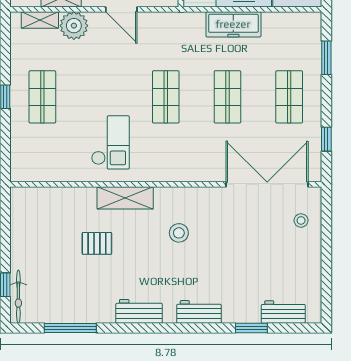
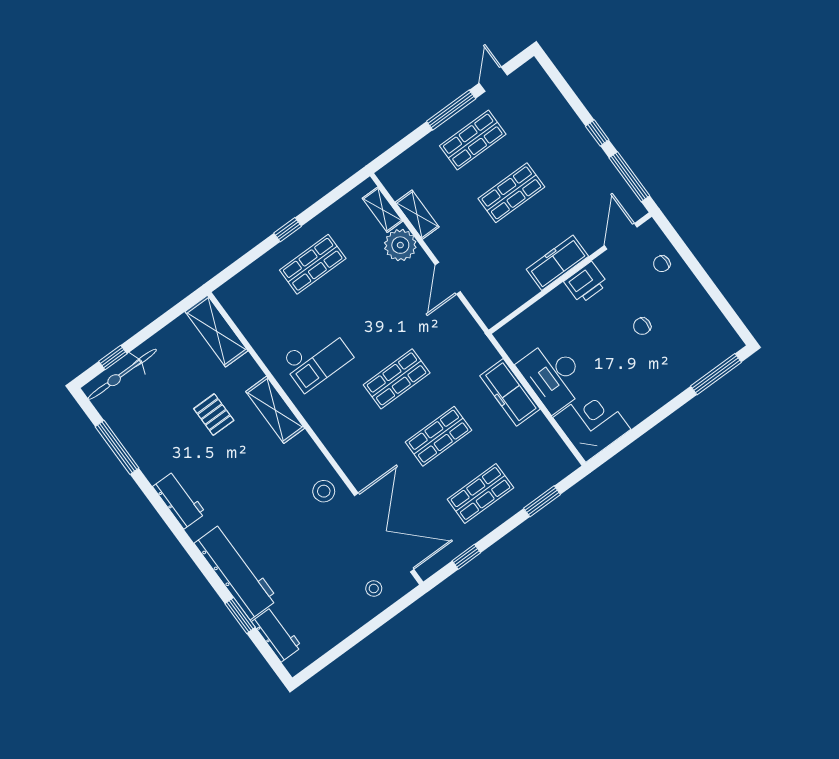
shelving: (40, 199) -> (216, 331), added
stool: (179, 233) -> (324, 491), moved
bicycle: (18, 297) -> (122, 374), width x1.37, depth x1.40
workbench: (199, 312) -> (236, 571), width x1.88, depth x1.32

